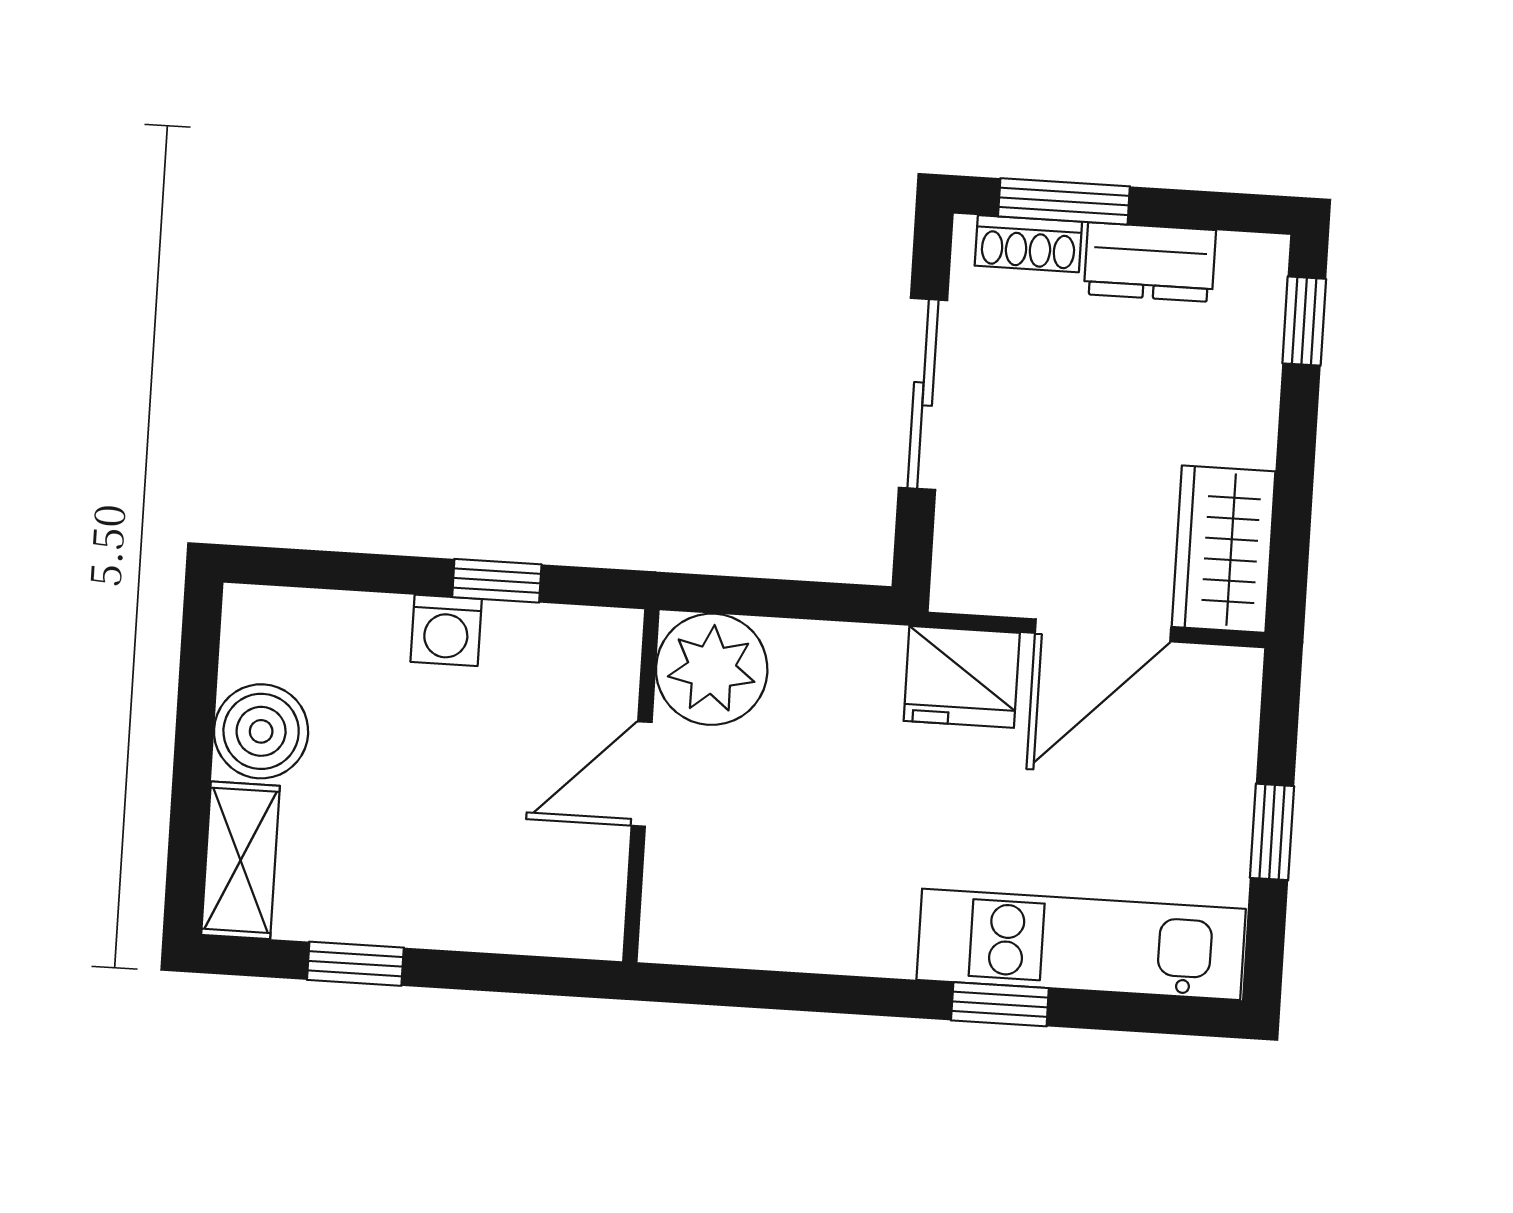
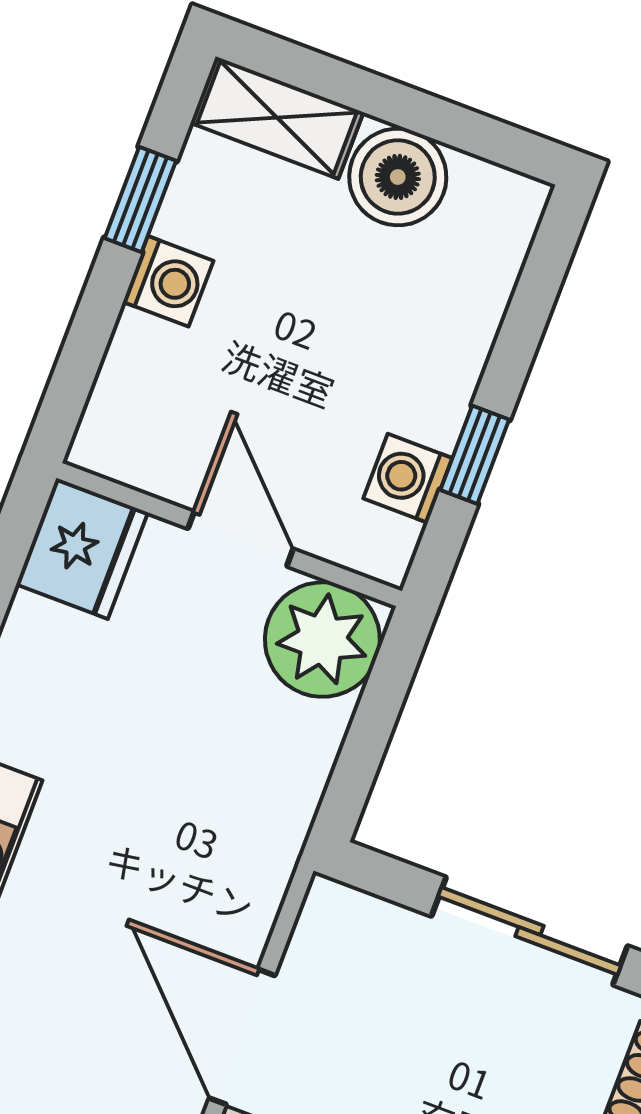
washing machine: (446, 630) -> (408, 478), moved
fridge: (962, 677) -> (82, 548), moved, turned 180
washing machine: (423, 915) -> (168, 281), added

